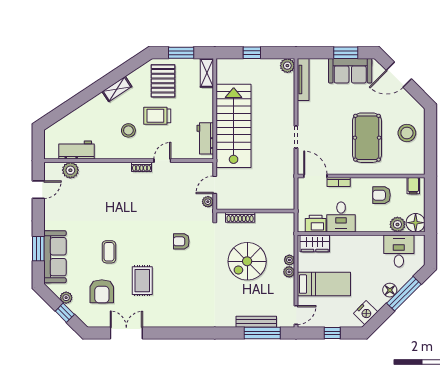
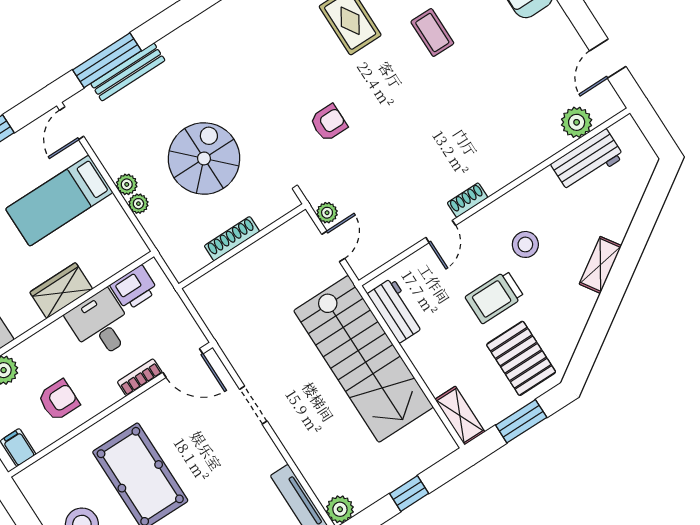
shelving: (117, 89) -> (600, 265), moved
trolley: (157, 116) -> (495, 297), turned 180
shoe rack: (240, 217) -> (232, 239), moved
wardrobe: (315, 243) -> (61, 291), moved

